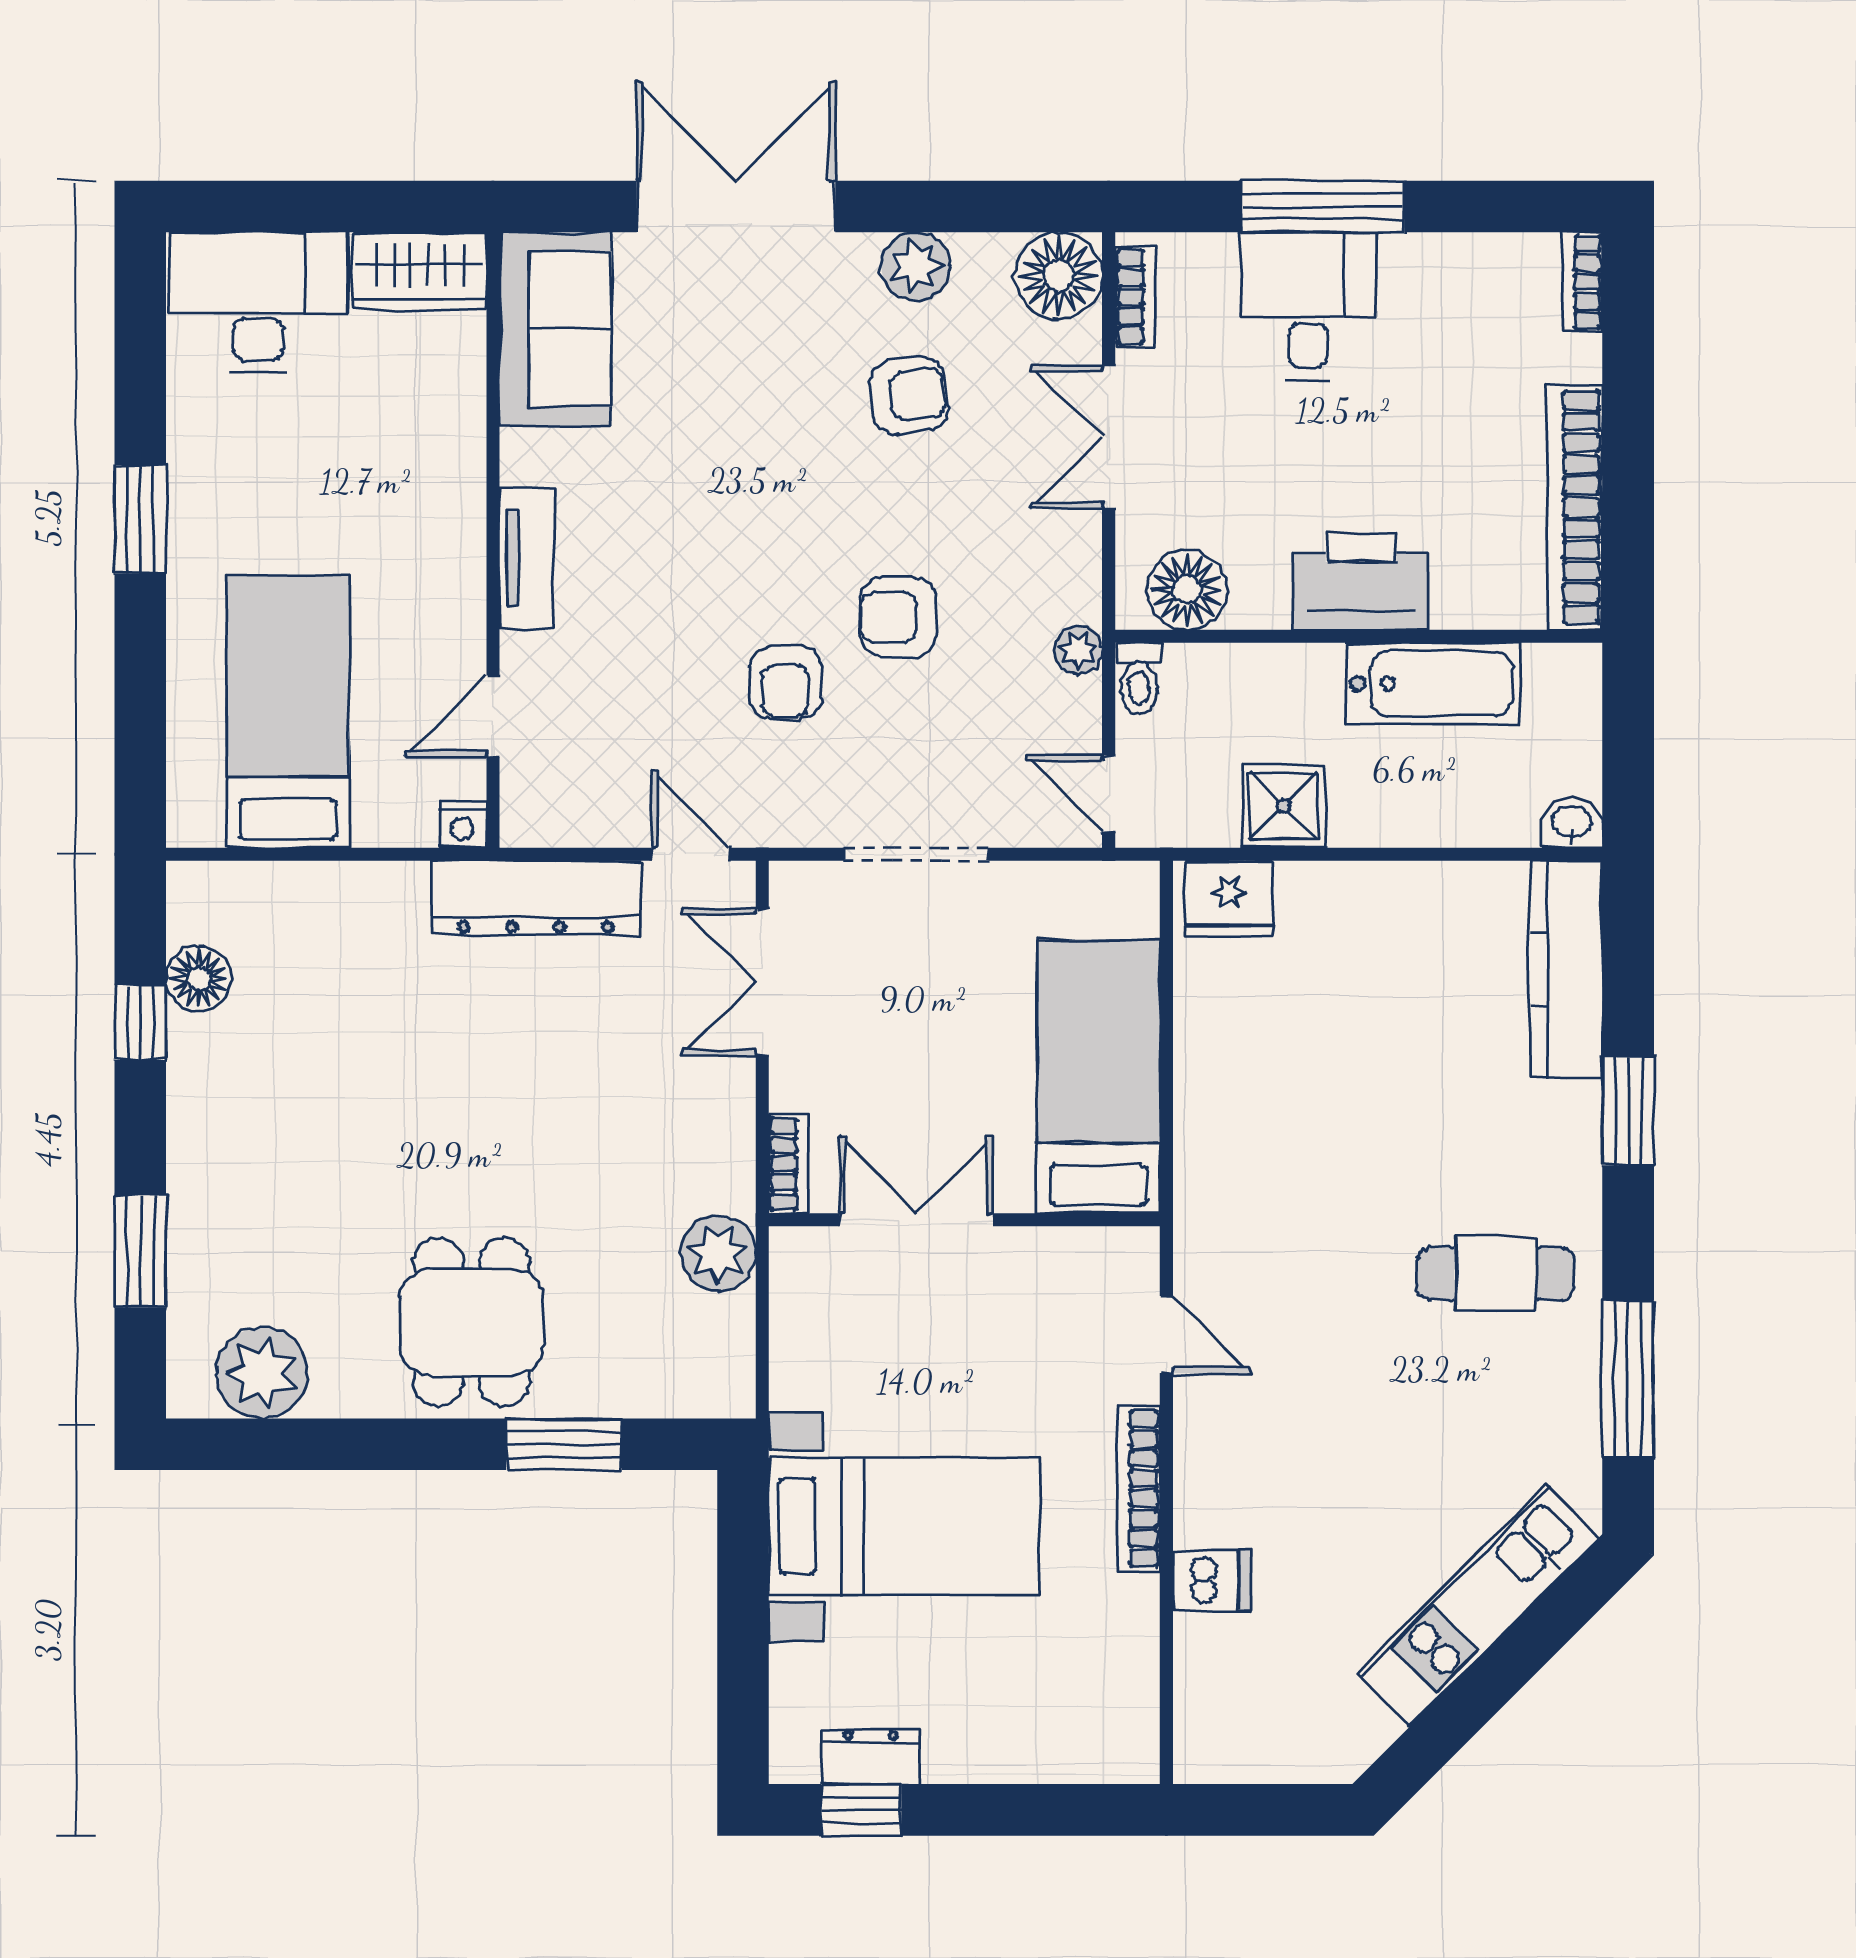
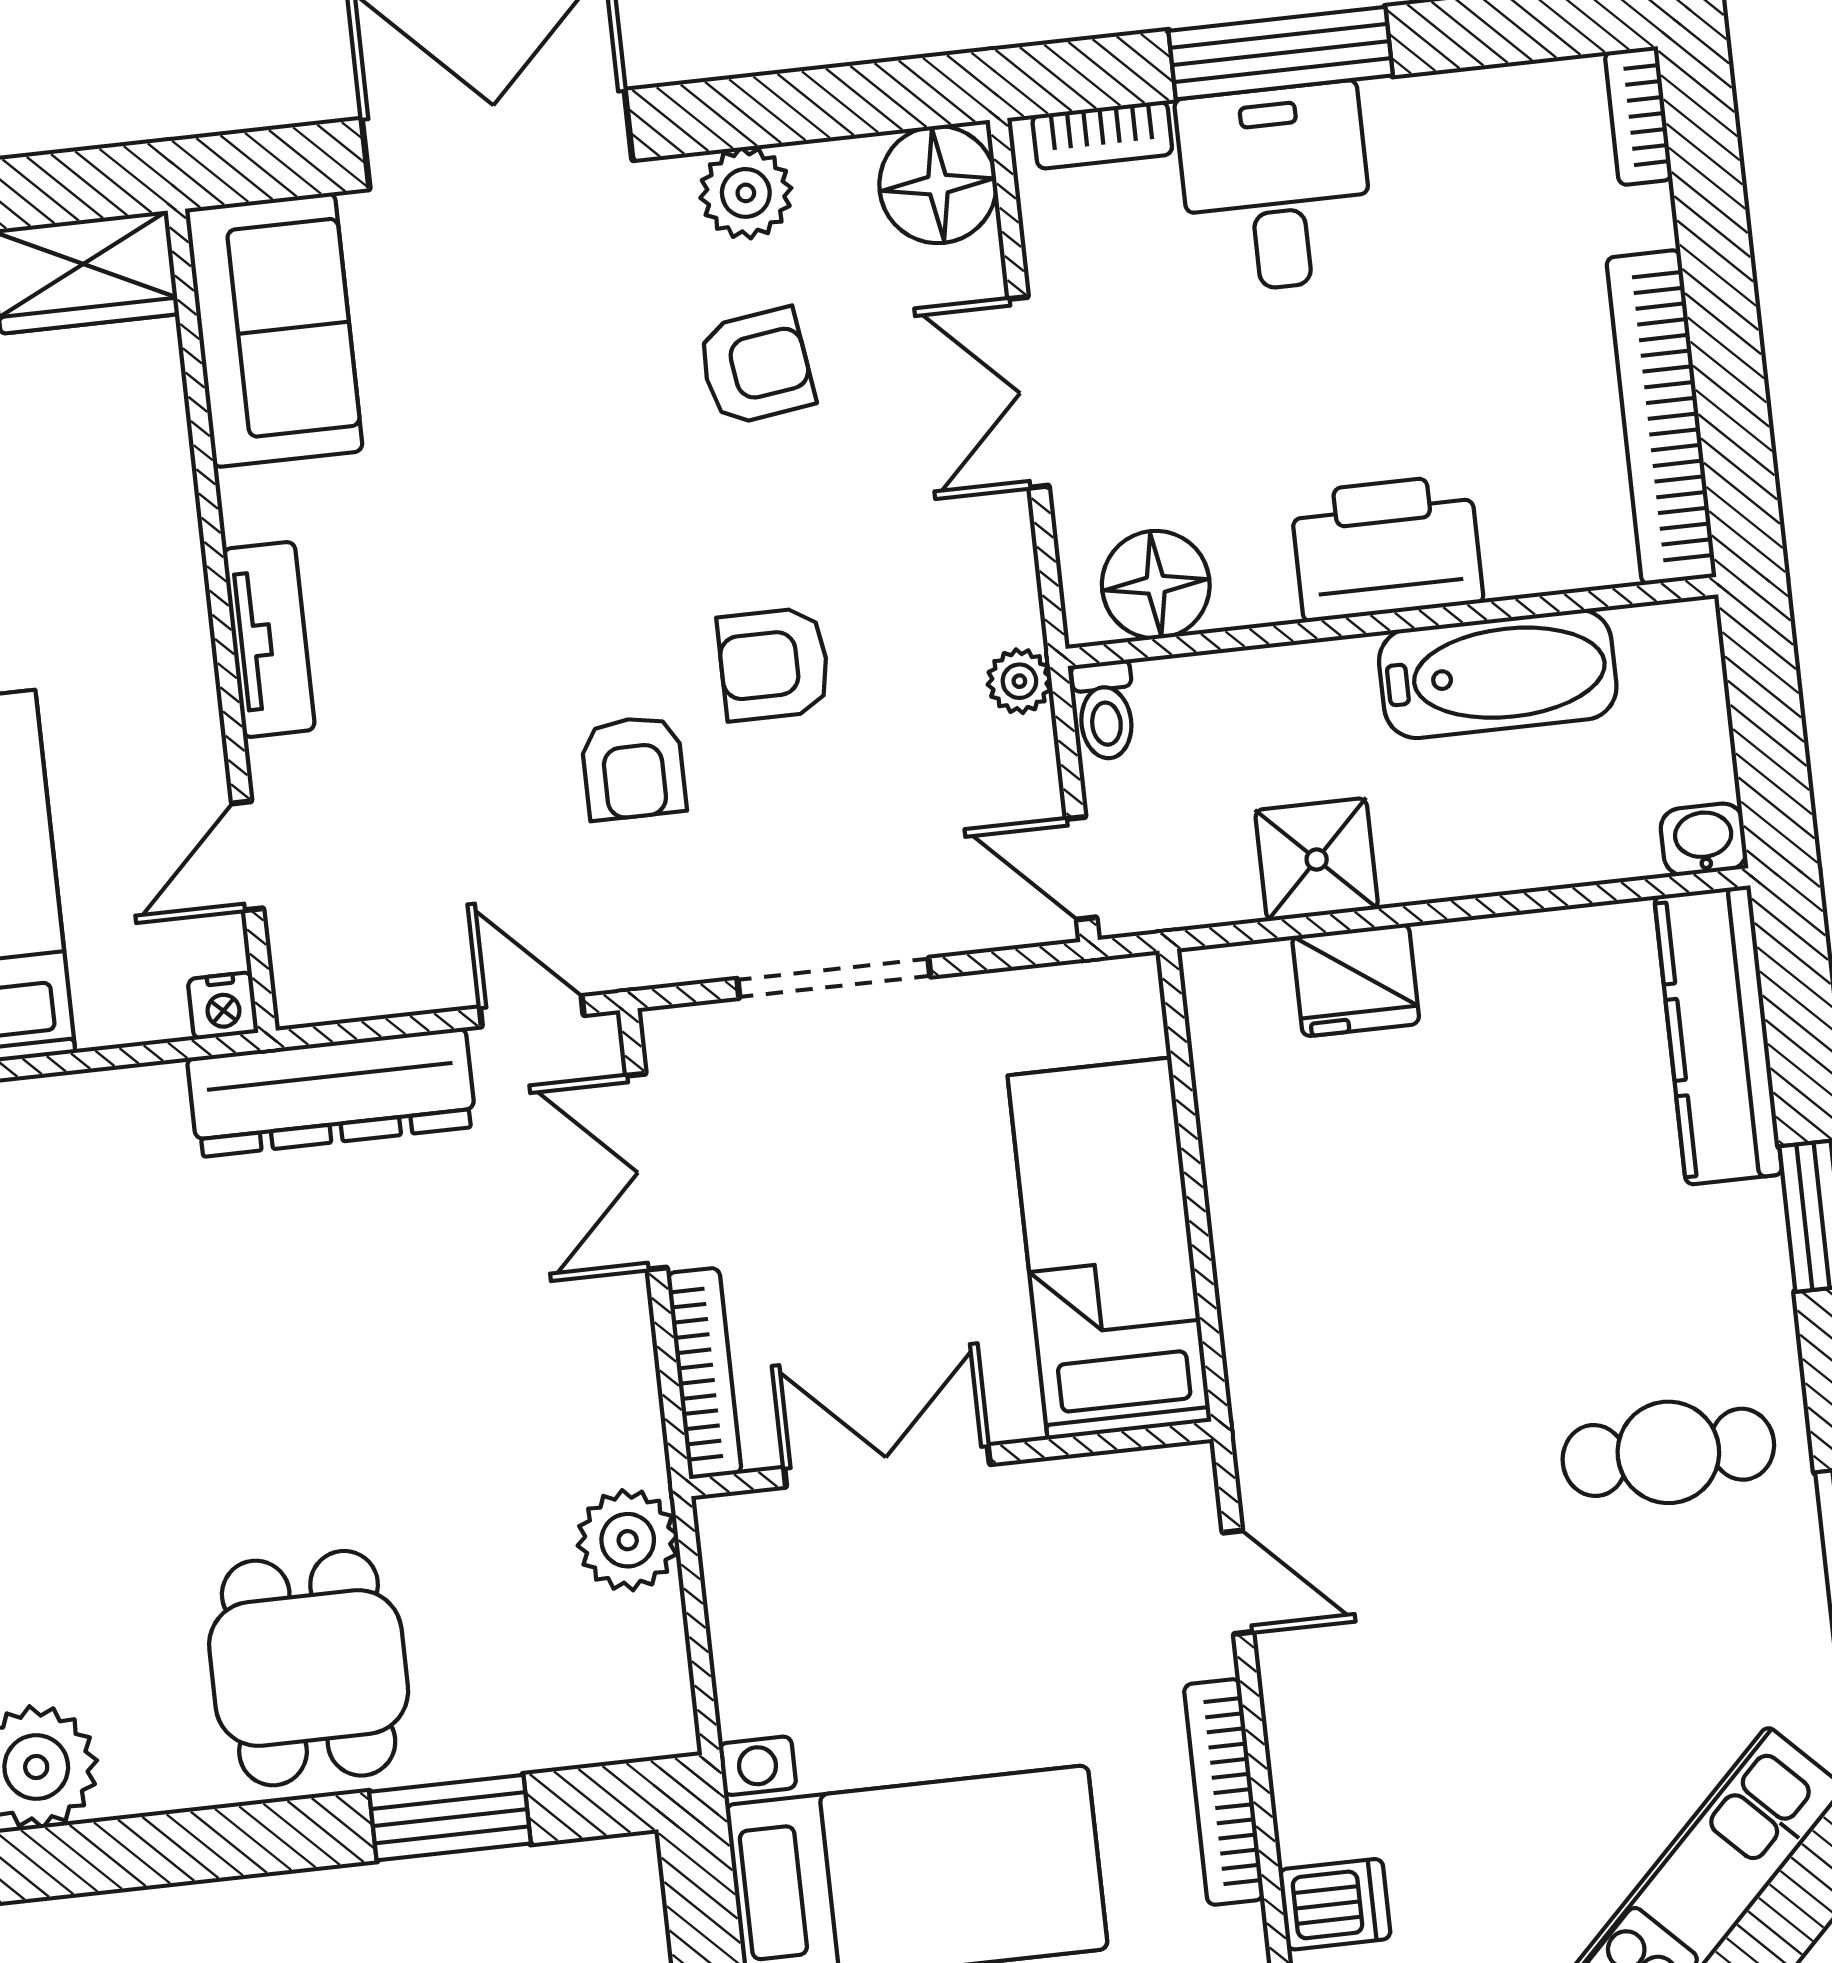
bookcase: (1135, 297) -> (1102, 135), moved, turned 90
fridge: (1229, 898) -> (1356, 980), moved
bookcase: (788, 1164) -> (704, 1373), width x1.56

